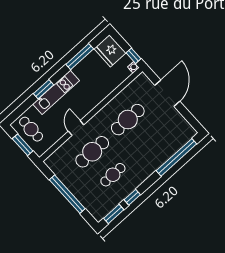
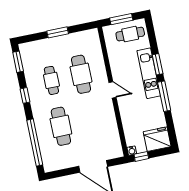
window: (80, 57) -> (164, 96), moved
cafe table: (128, 120) -> (61, 126), moved
door: (76, 128) -> (113, 90), moved
window: (67, 194) -> (58, 32), width x0.47
window: (132, 197) -> (25, 95), moved

